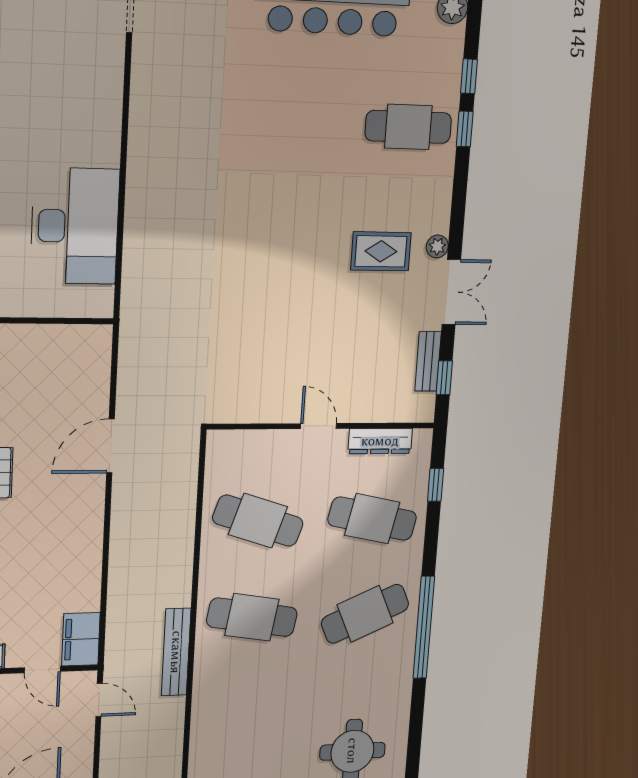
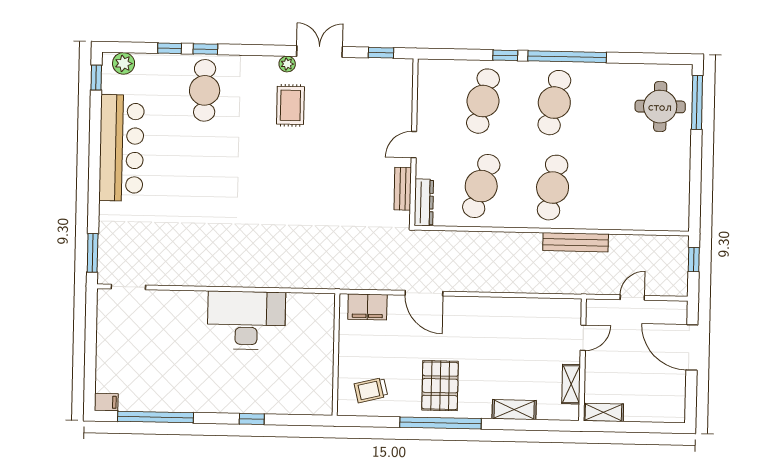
desk: (75, 226) -> (246, 320), moved
bench: (428, 361) -> (403, 189), moved, turned 90
dresser: (380, 441) -> (424, 202), moved
window: (436, 485) -> (505, 55), moved
cafe table: (365, 614) -> (554, 103), turned 36
filing cabinet: (81, 639) -> (367, 307), moved
door: (99, 700) -> (632, 298), moved

